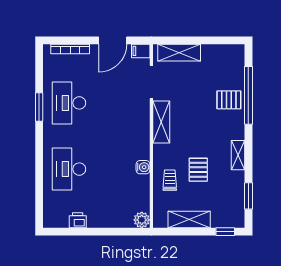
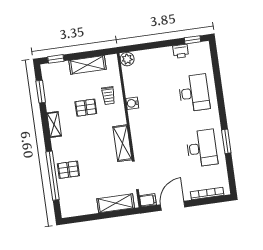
pallet: (198, 170) -> (86, 108), turned 90
window: (62, 232) -> (192, 40), added

